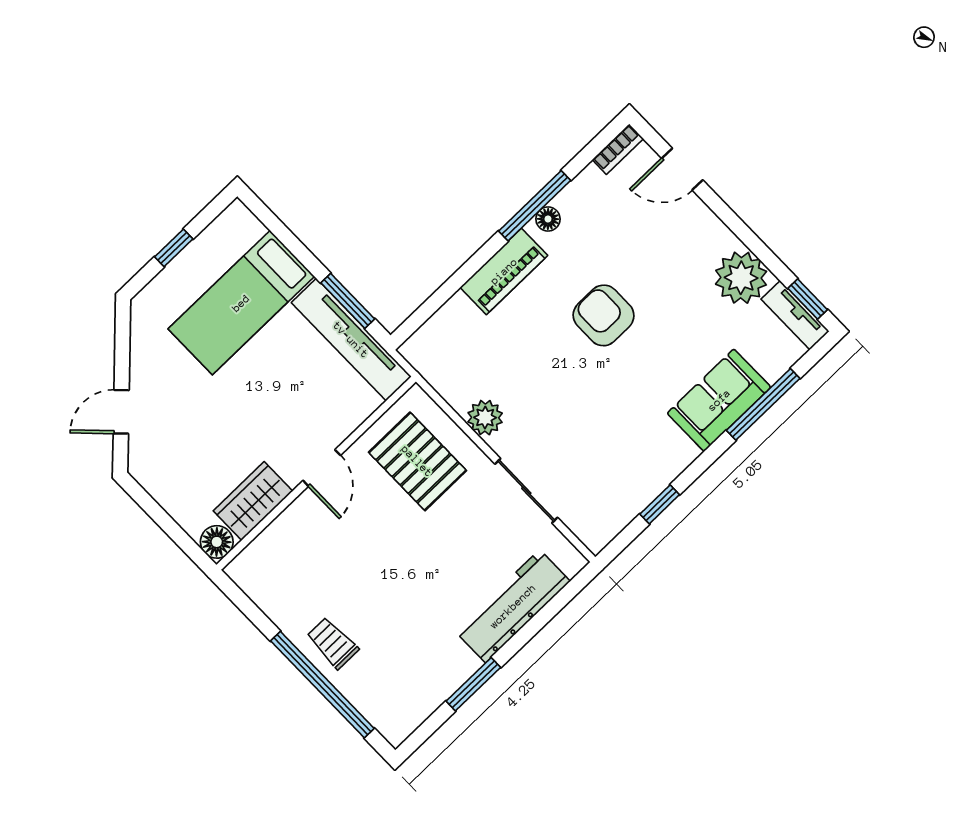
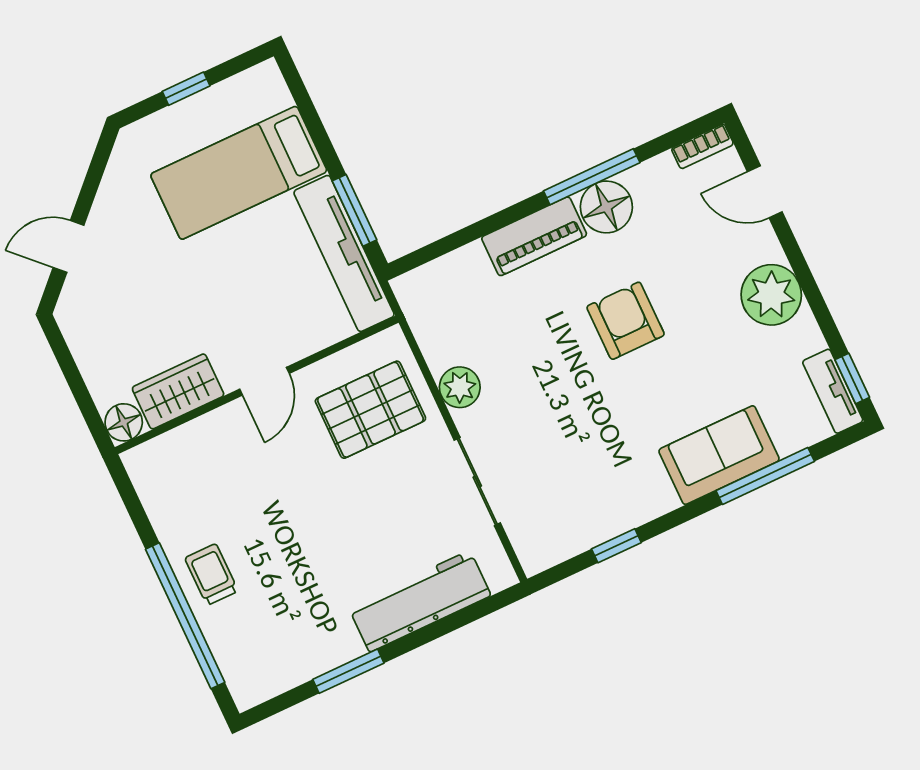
floor lamp: (548, 219) -> (606, 207), width x1.89, depth x1.89
plant: (741, 278) -> (771, 295), moved
pallet: (417, 461) -> (370, 410), turned 90

